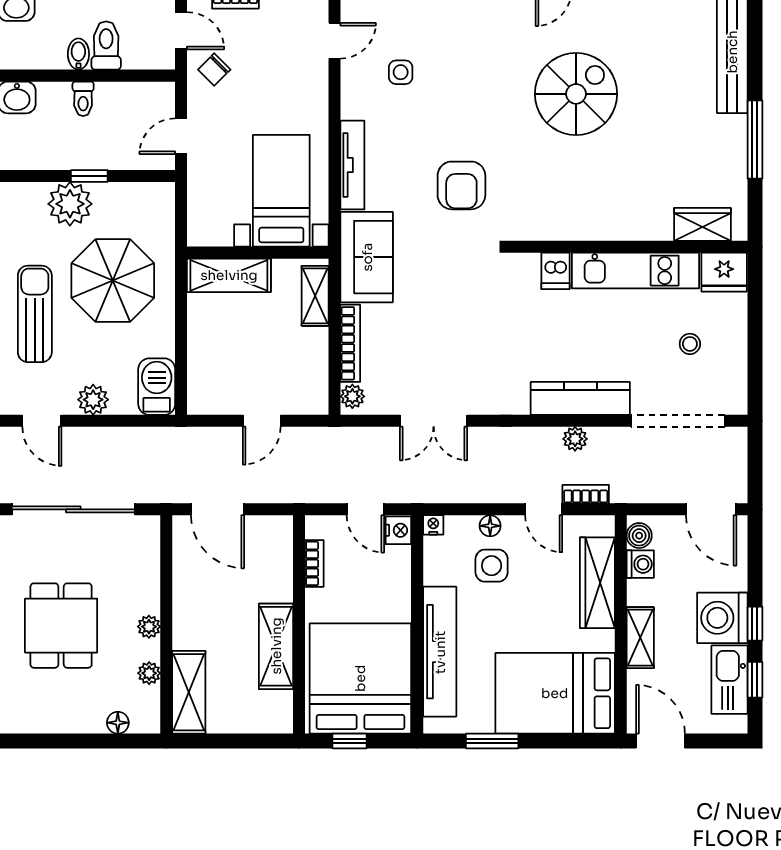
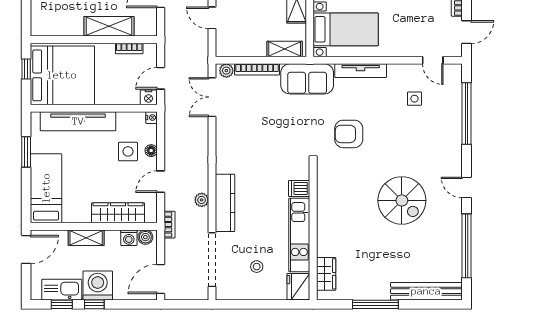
double door: (434, 421) -> (212, 97), moved
bookcase: (586, 494) -> (169, 225), moved
shelving: (276, 646) -> (109, 26), moved
bed: (555, 693) -> (46, 188), width x0.67

